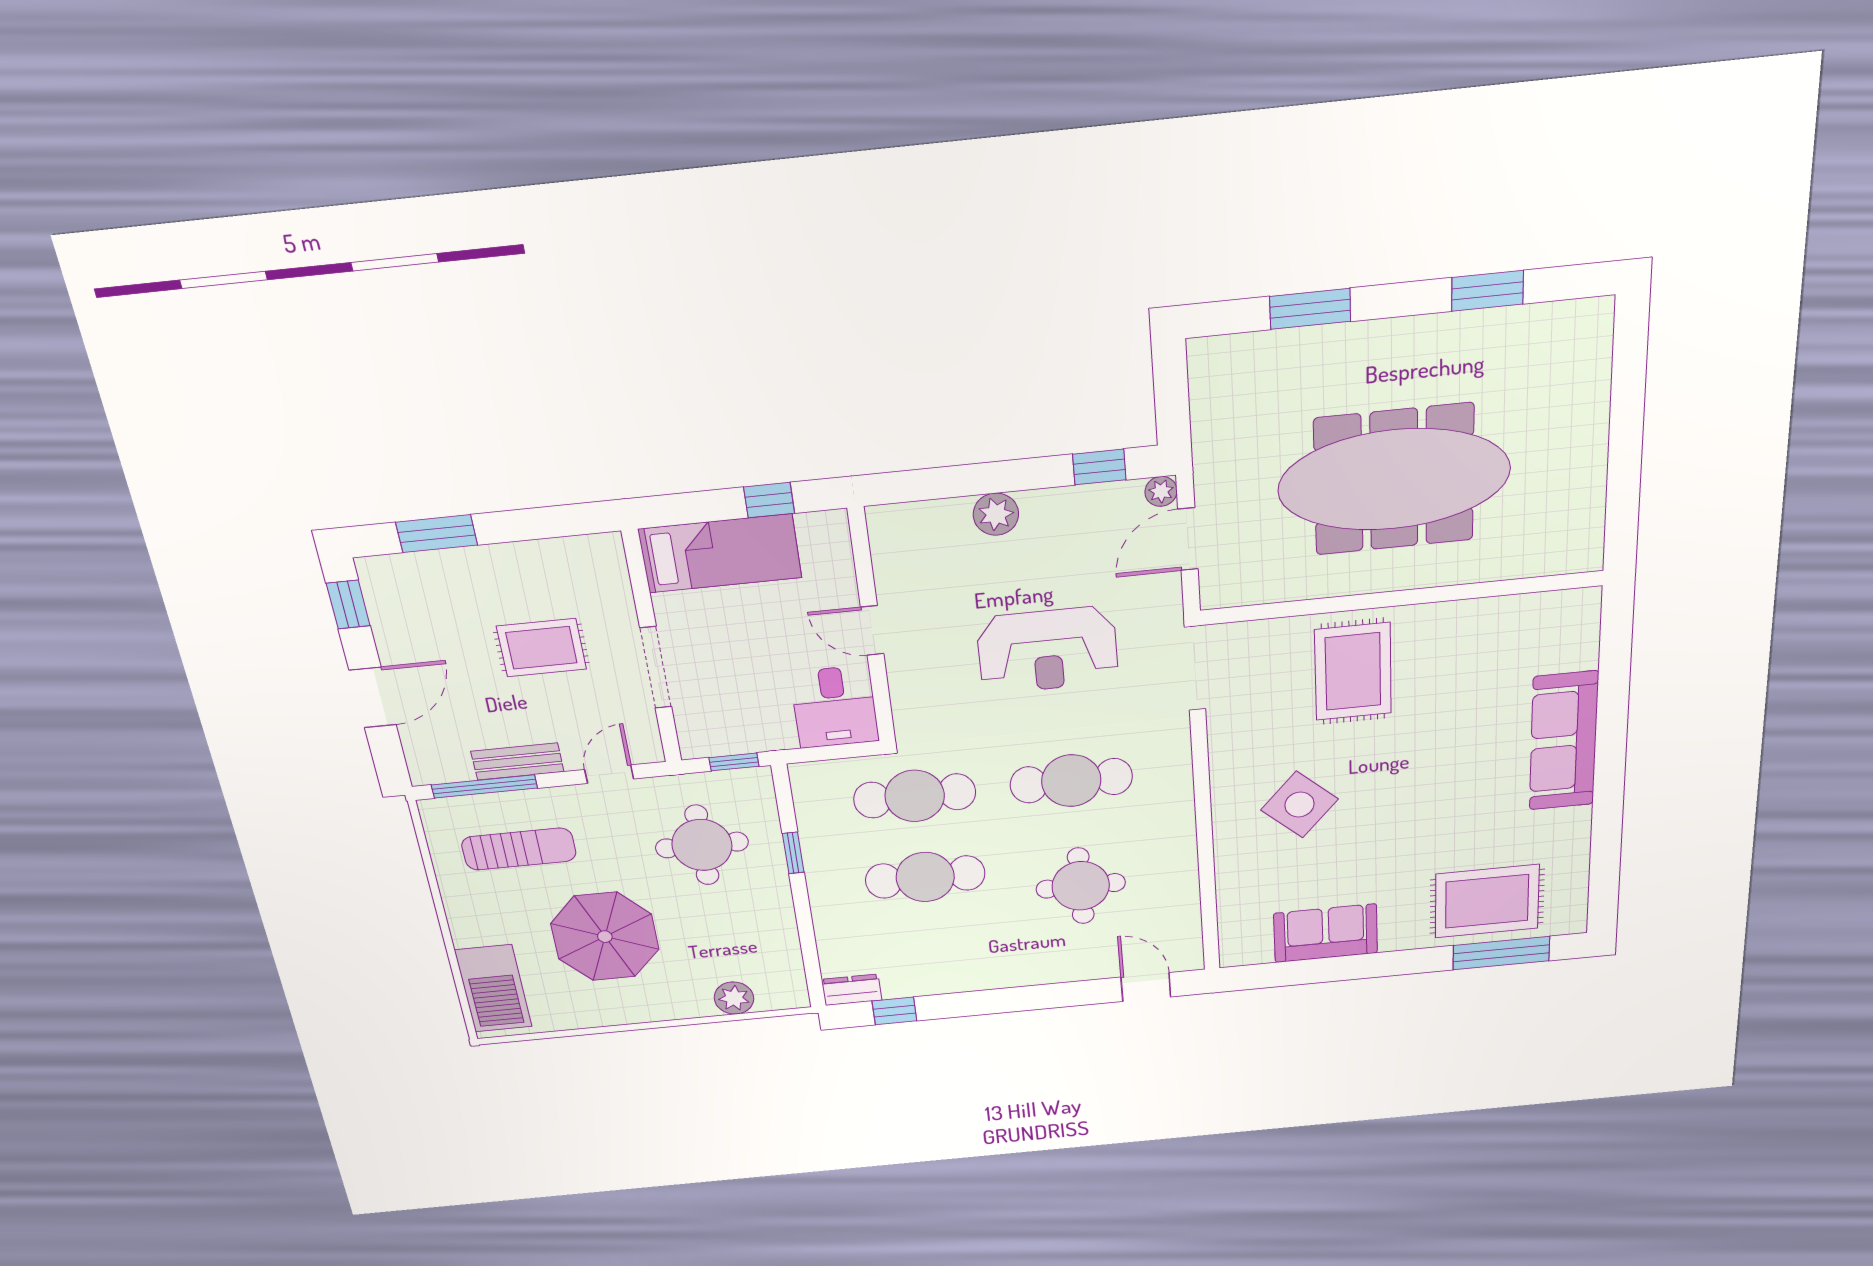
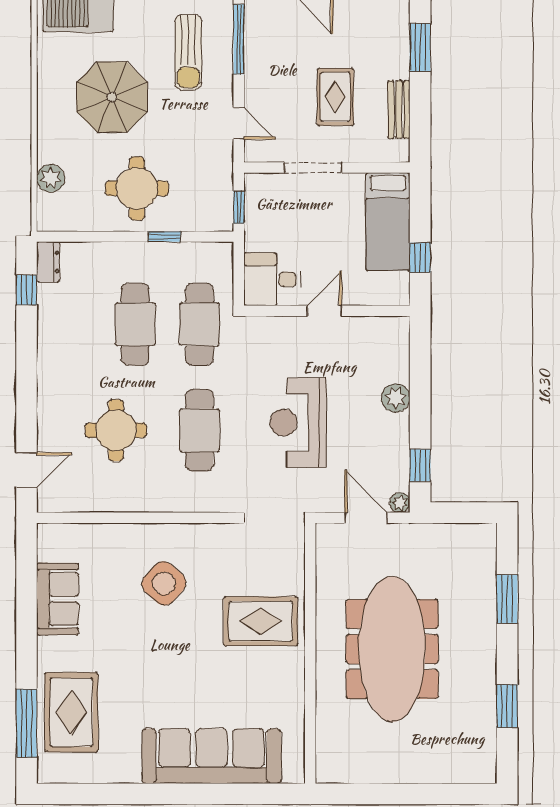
sofa: (1564, 741) -> (211, 756), width x1.36, depth x1.27
bench: (517, 761) -> (399, 109), moved
round table: (702, 845) -> (137, 188), moved

